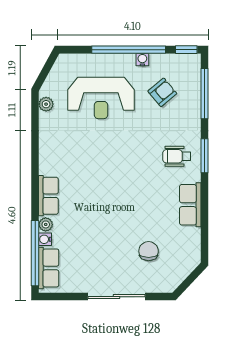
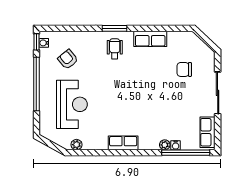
water cooler: (142, 60) -> (44, 43), moved
window: (205, 94) -> (69, 28), removed
wheelchair: (177, 156) -> (115, 49), turned 180
row of seats: (48, 196) -> (123, 143), moved
row of seats: (49, 268) -> (208, 132), moved, turned -90

